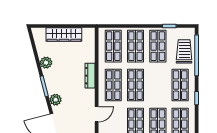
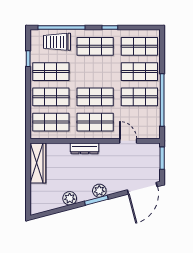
wardrobe: (64, 35) -> (38, 163), moved
plant: (56, 100) -> (99, 191), moved

